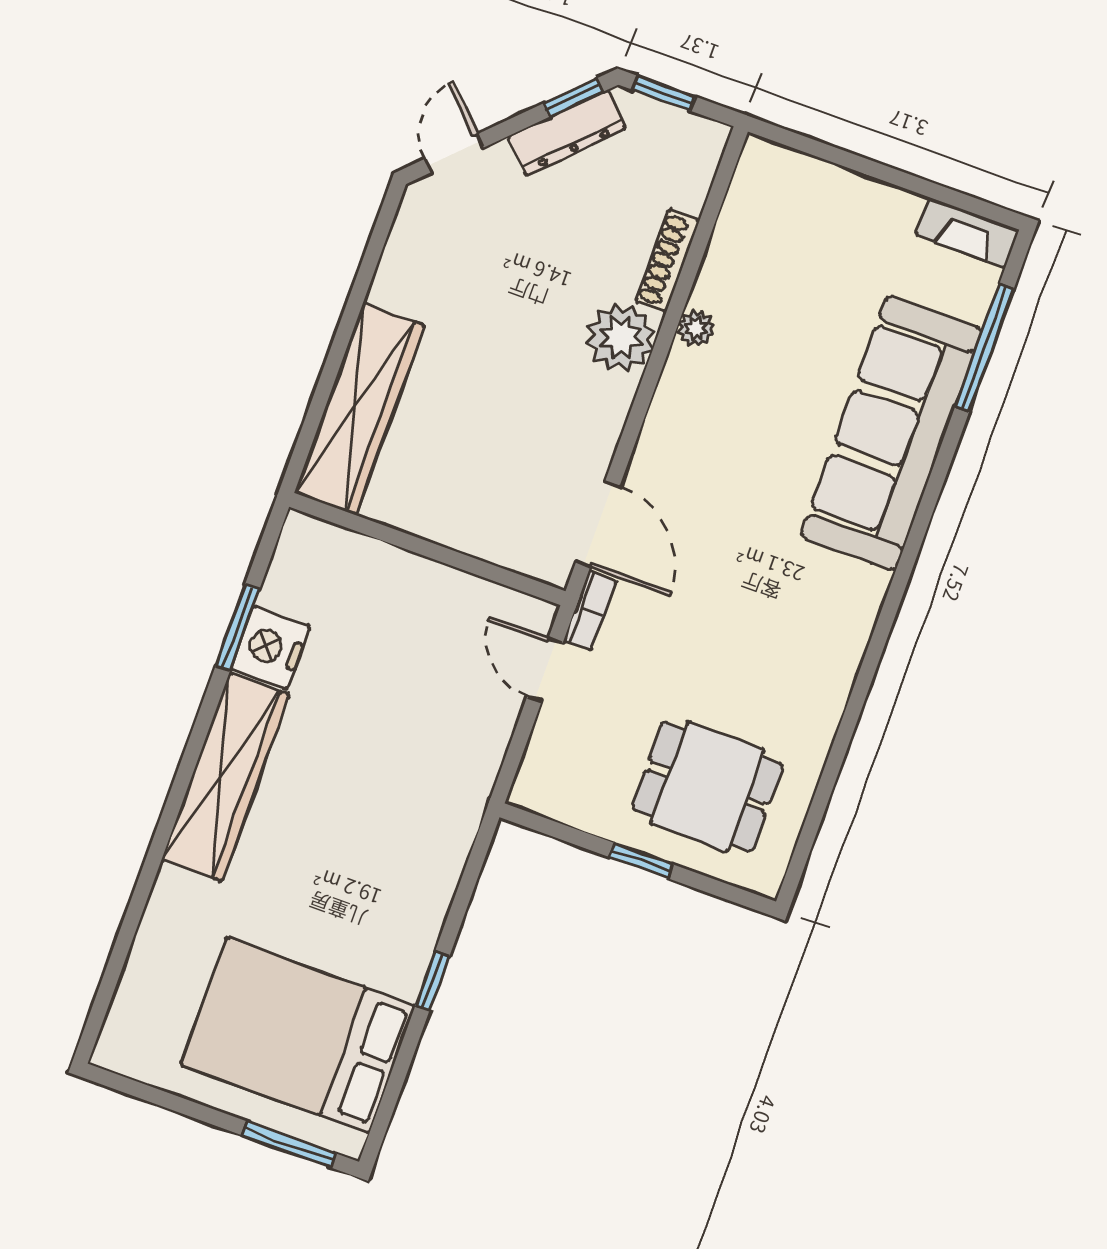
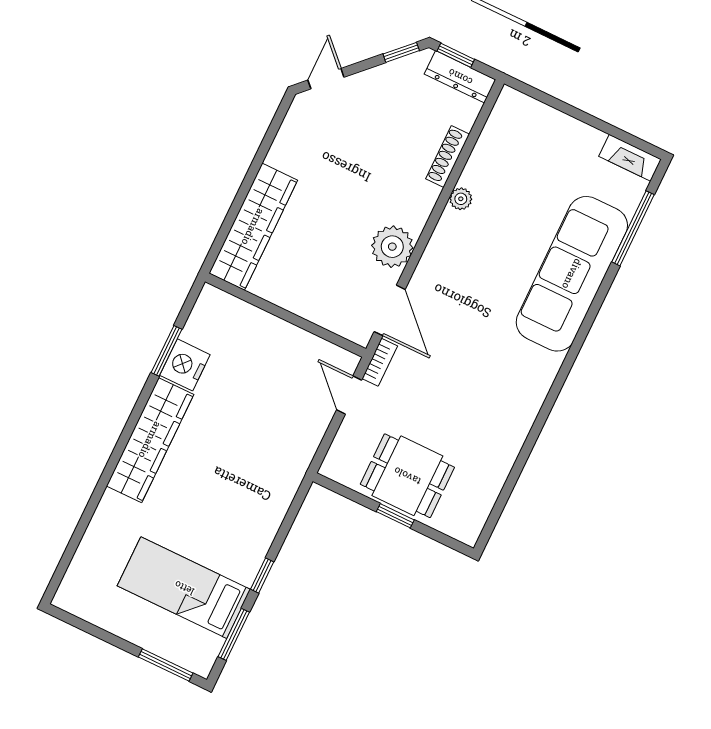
dresser: (567, 133) -> (460, 77), moved, turned 45
plant: (621, 337) -> (392, 247), moved
dining table: (708, 787) -> (407, 476), moved
bed: (298, 1035) -> (184, 588), width x0.67
window: (396, 1083) -> (234, 634), added

